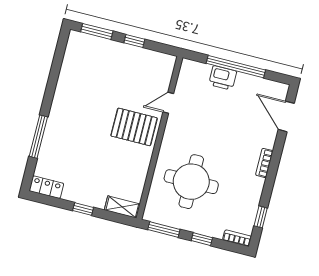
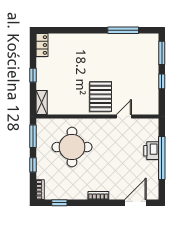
door: (168, 103) -> (124, 116), hinge flipped
window: (38, 137) -> (123, 30), moved

